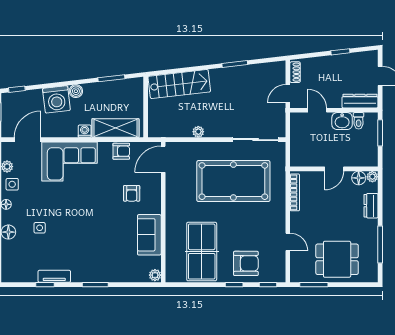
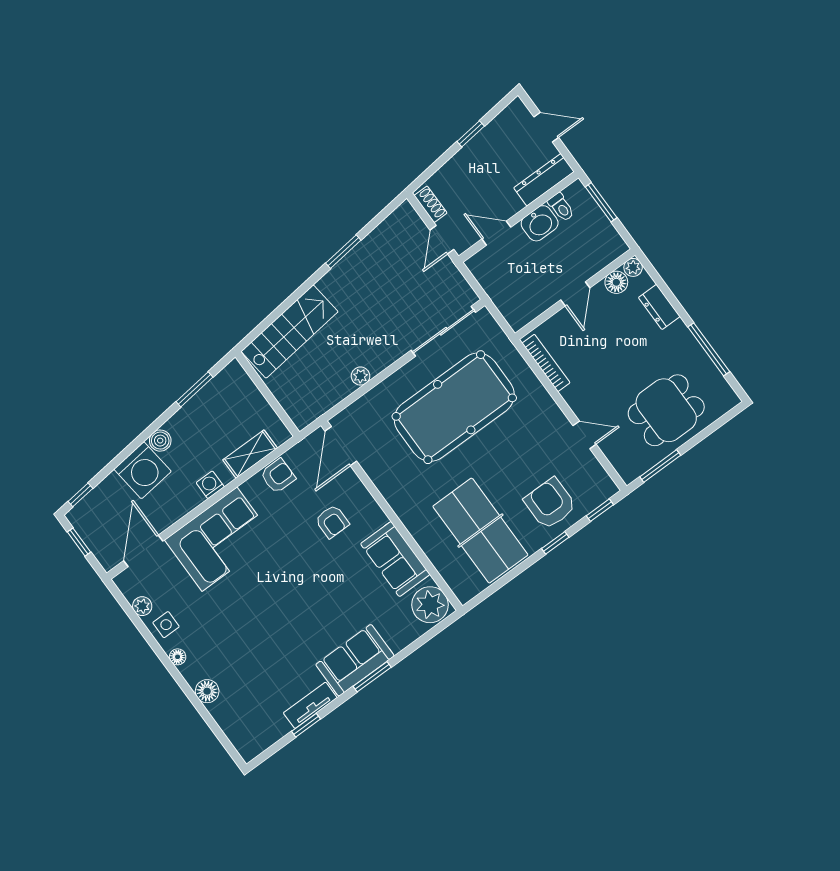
shelving: (115, 128) -> (250, 454), width x0.67, depth x0.75
side table: (40, 228) -> (244, 655), removed
armchair: (246, 263) -> (550, 504), turned -90
sofa: (93, 270) -> (355, 660), added
plant: (155, 275) -> (430, 605), width x1.88, depth x1.88

